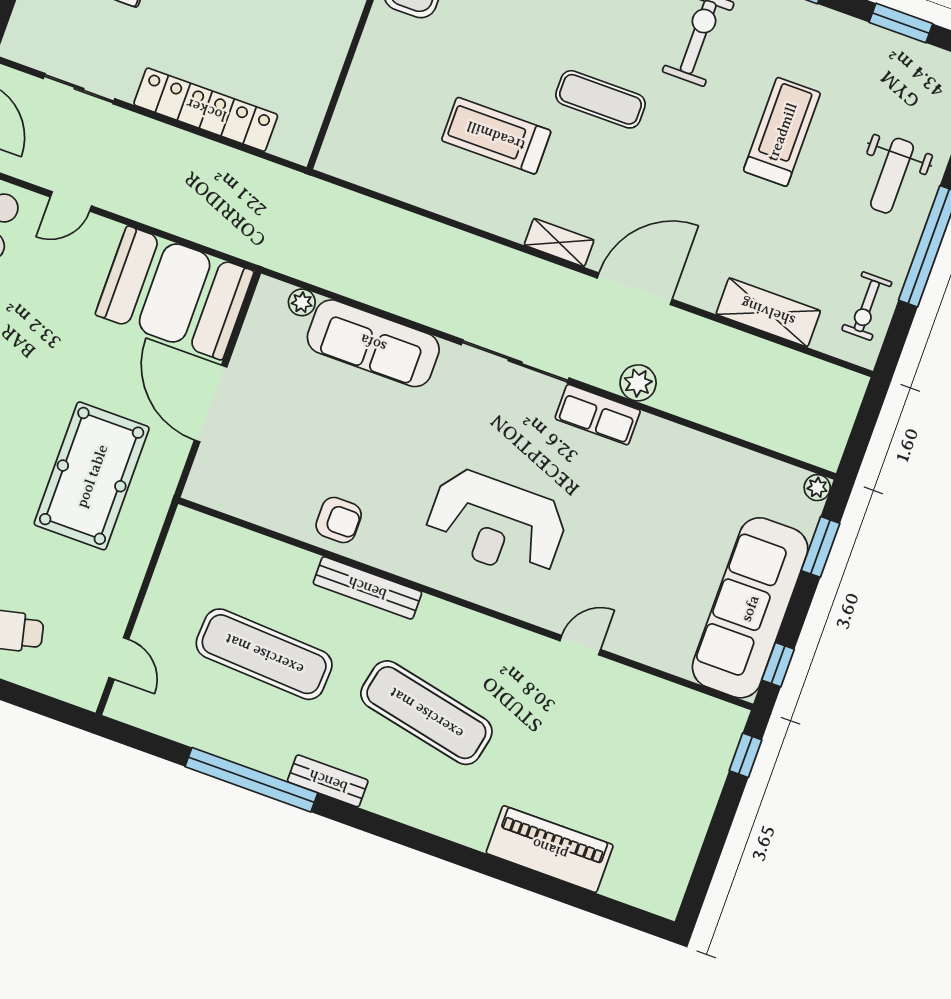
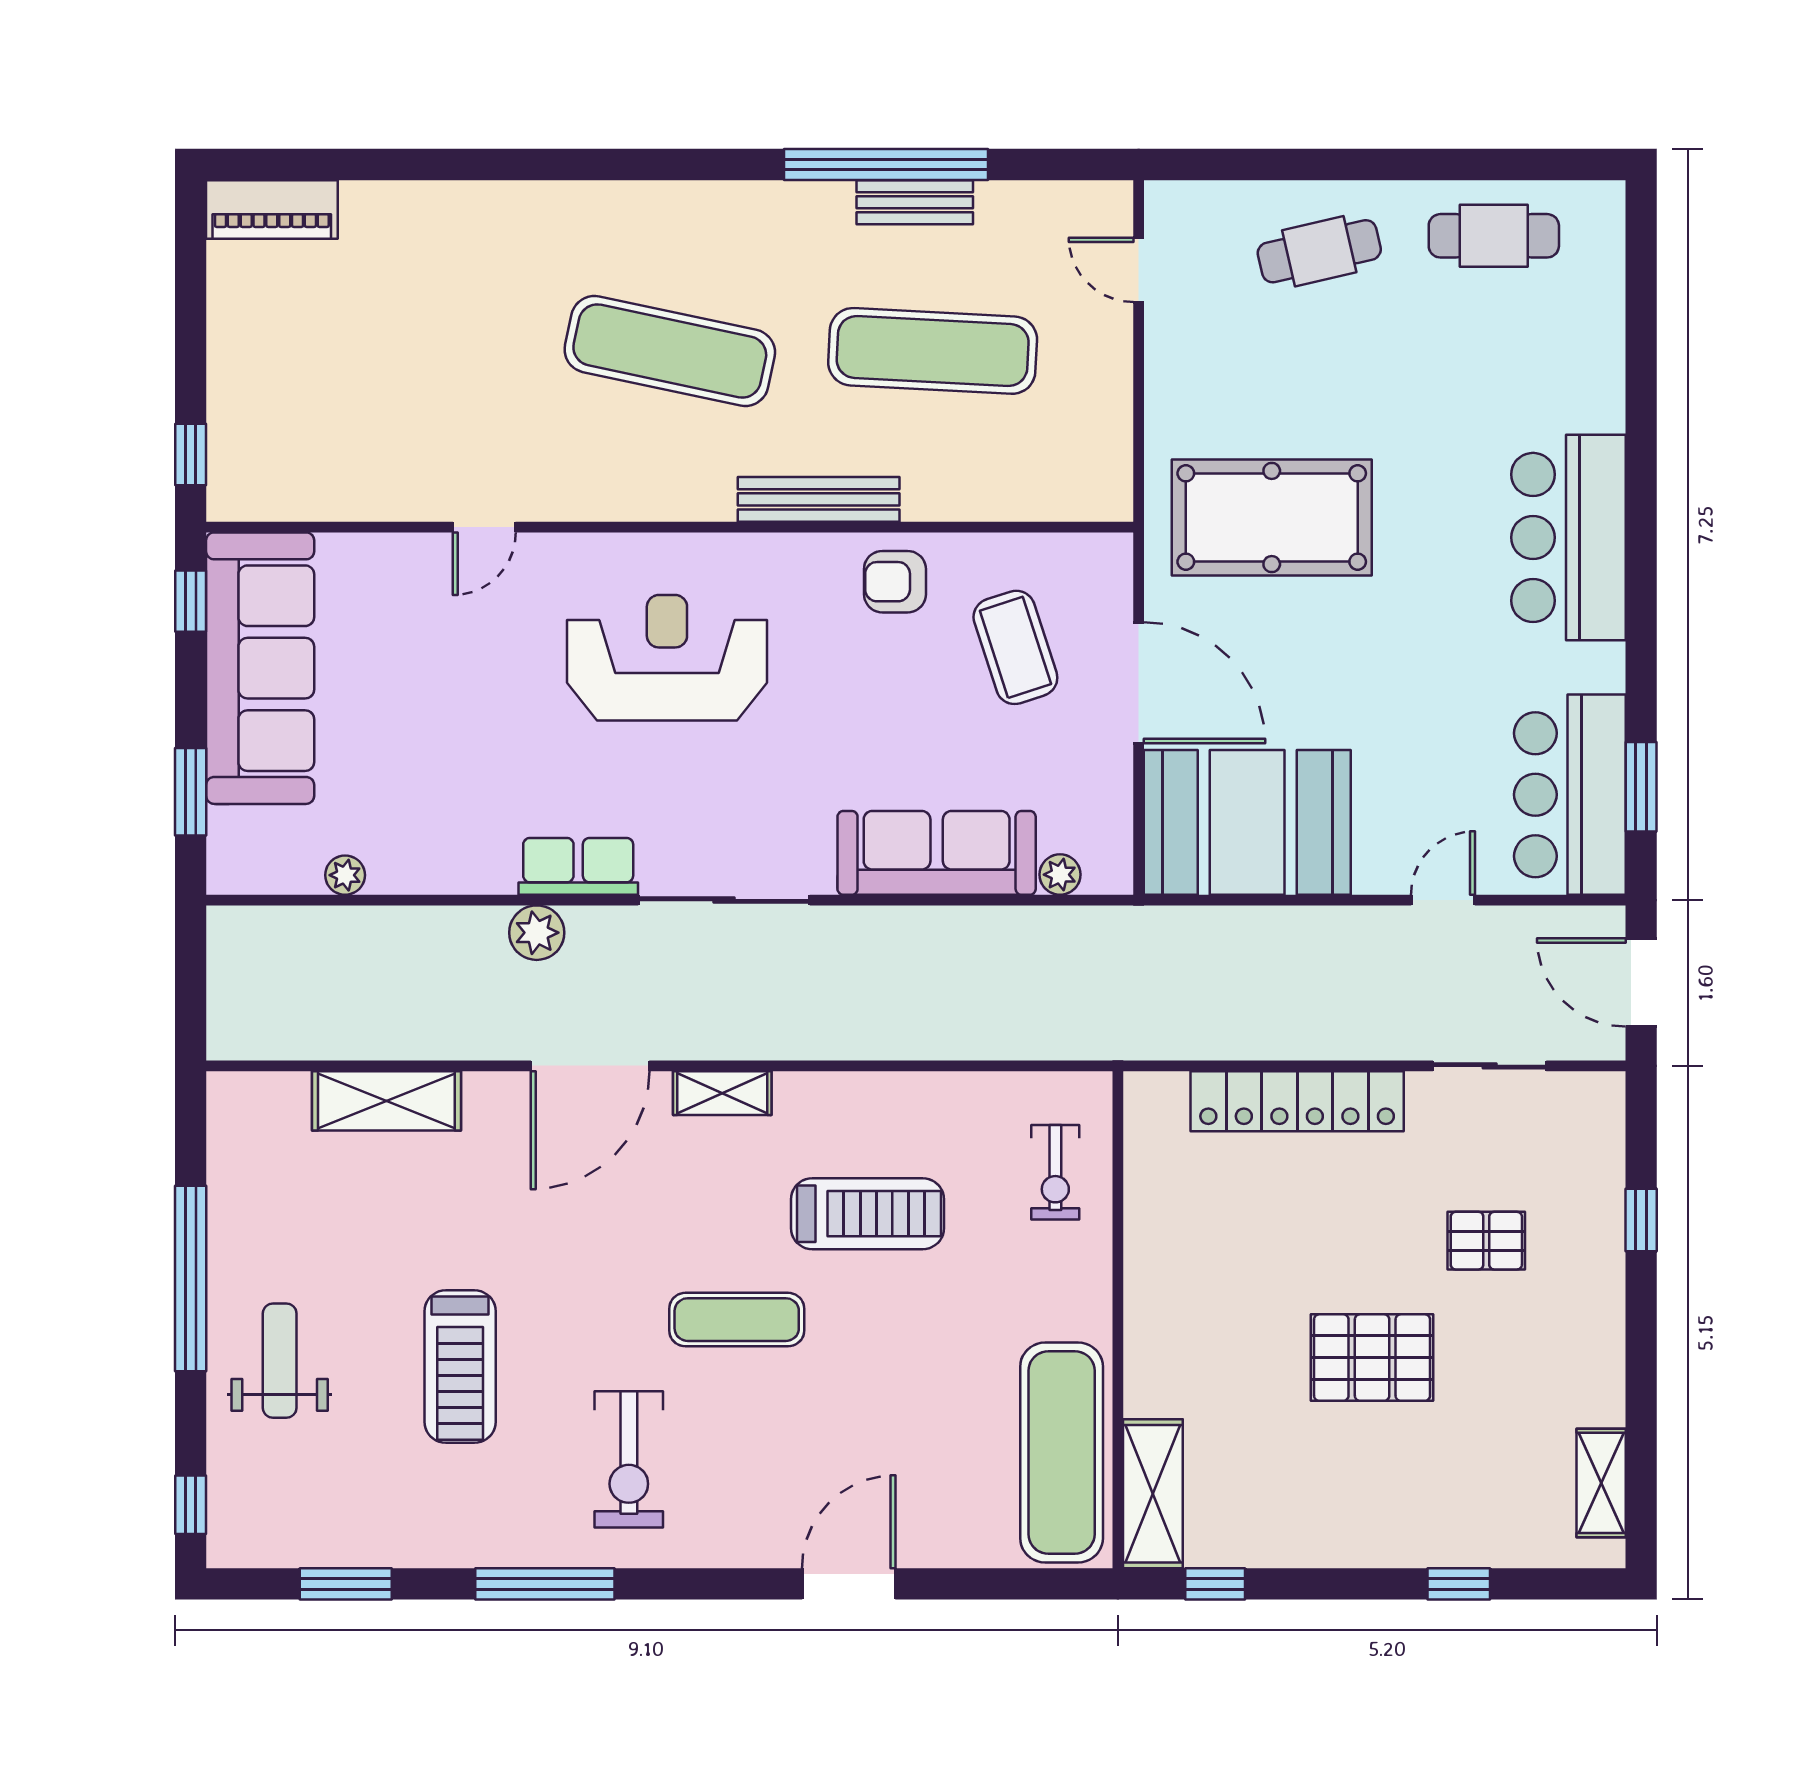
exercise bike: (867, 306) -> (1055, 1172), moved, turned 180
coffee table: (279, 453) -> (1015, 647), added
pool table: (92, 476) -> (1272, 518), turned 90
plant: (817, 488) -> (345, 875), moved
bench: (328, 781) -> (915, 202), moved
piano: (550, 849) -> (272, 209), moved, width x0.73, depth x0.75

